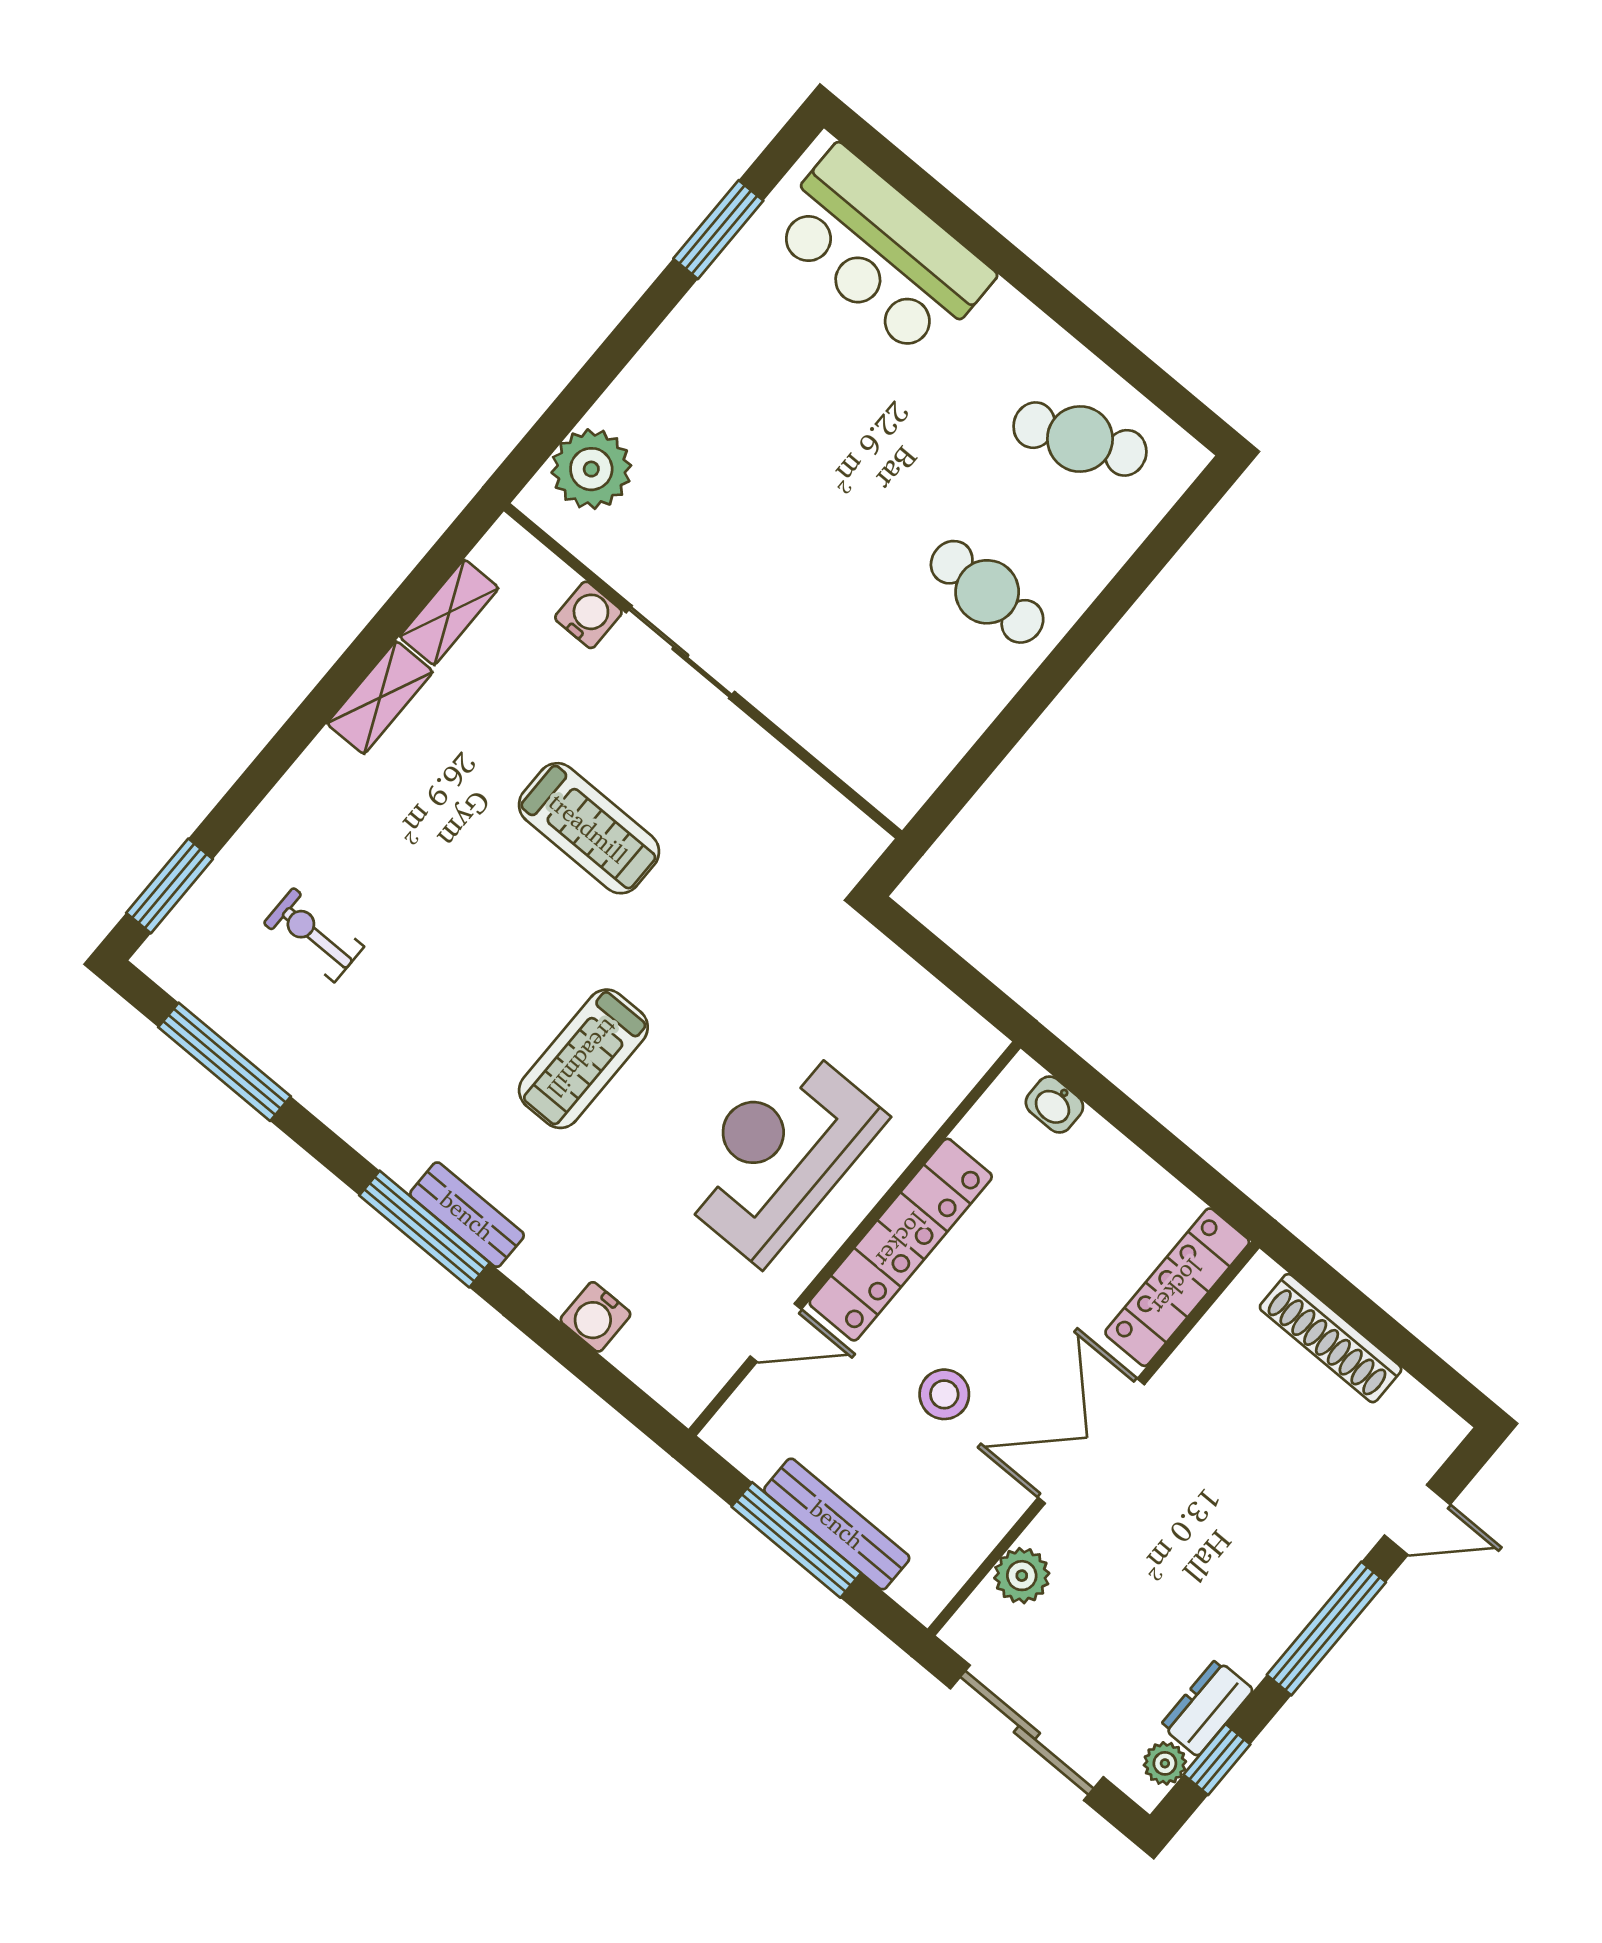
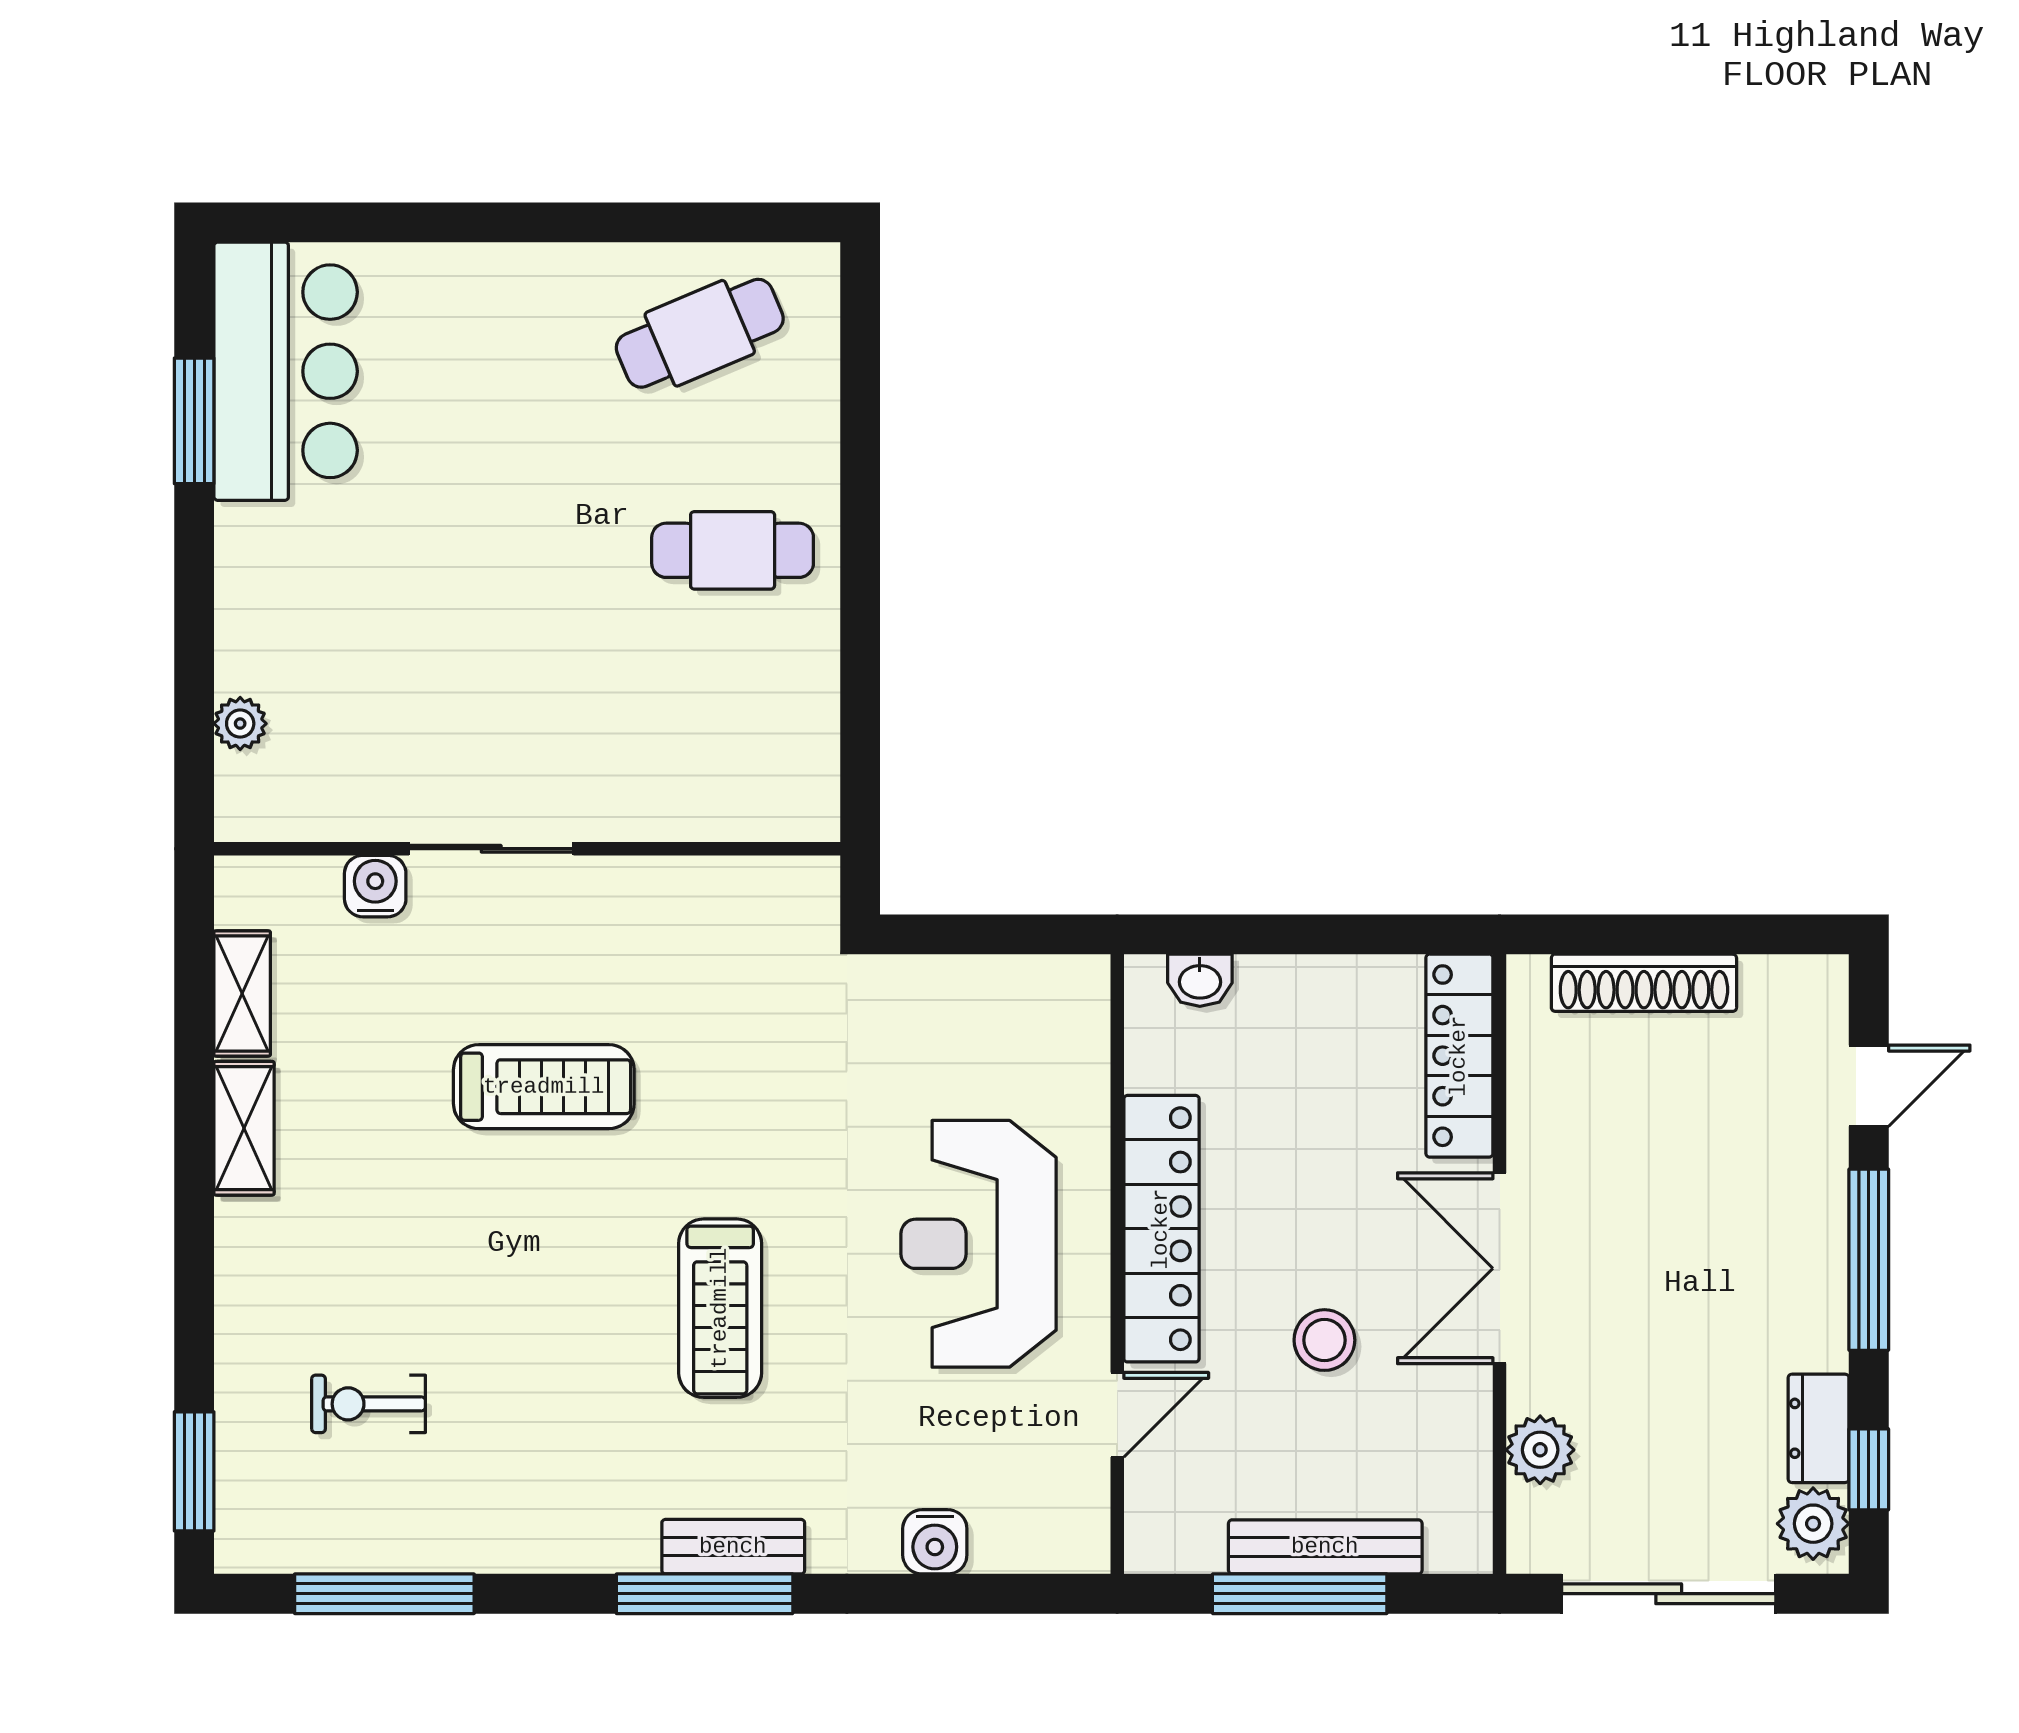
bar counter: (881, 252) -> (286, 371), moved, turned -90
plant: (591, 469) -> (240, 724), width x0.53, depth x0.53
plant: (1165, 1763) -> (1813, 1524), width x1.38, depth x1.38

